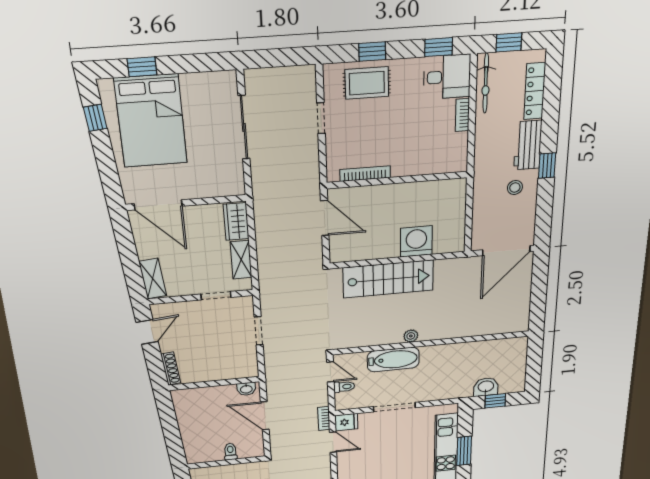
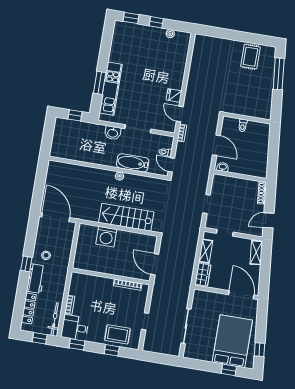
door: (506, 251) -> (56, 217), hinge flipped
washbasin: (486, 387) -> (113, 133), moved
fridge: (346, 422) -> (174, 95), moved

